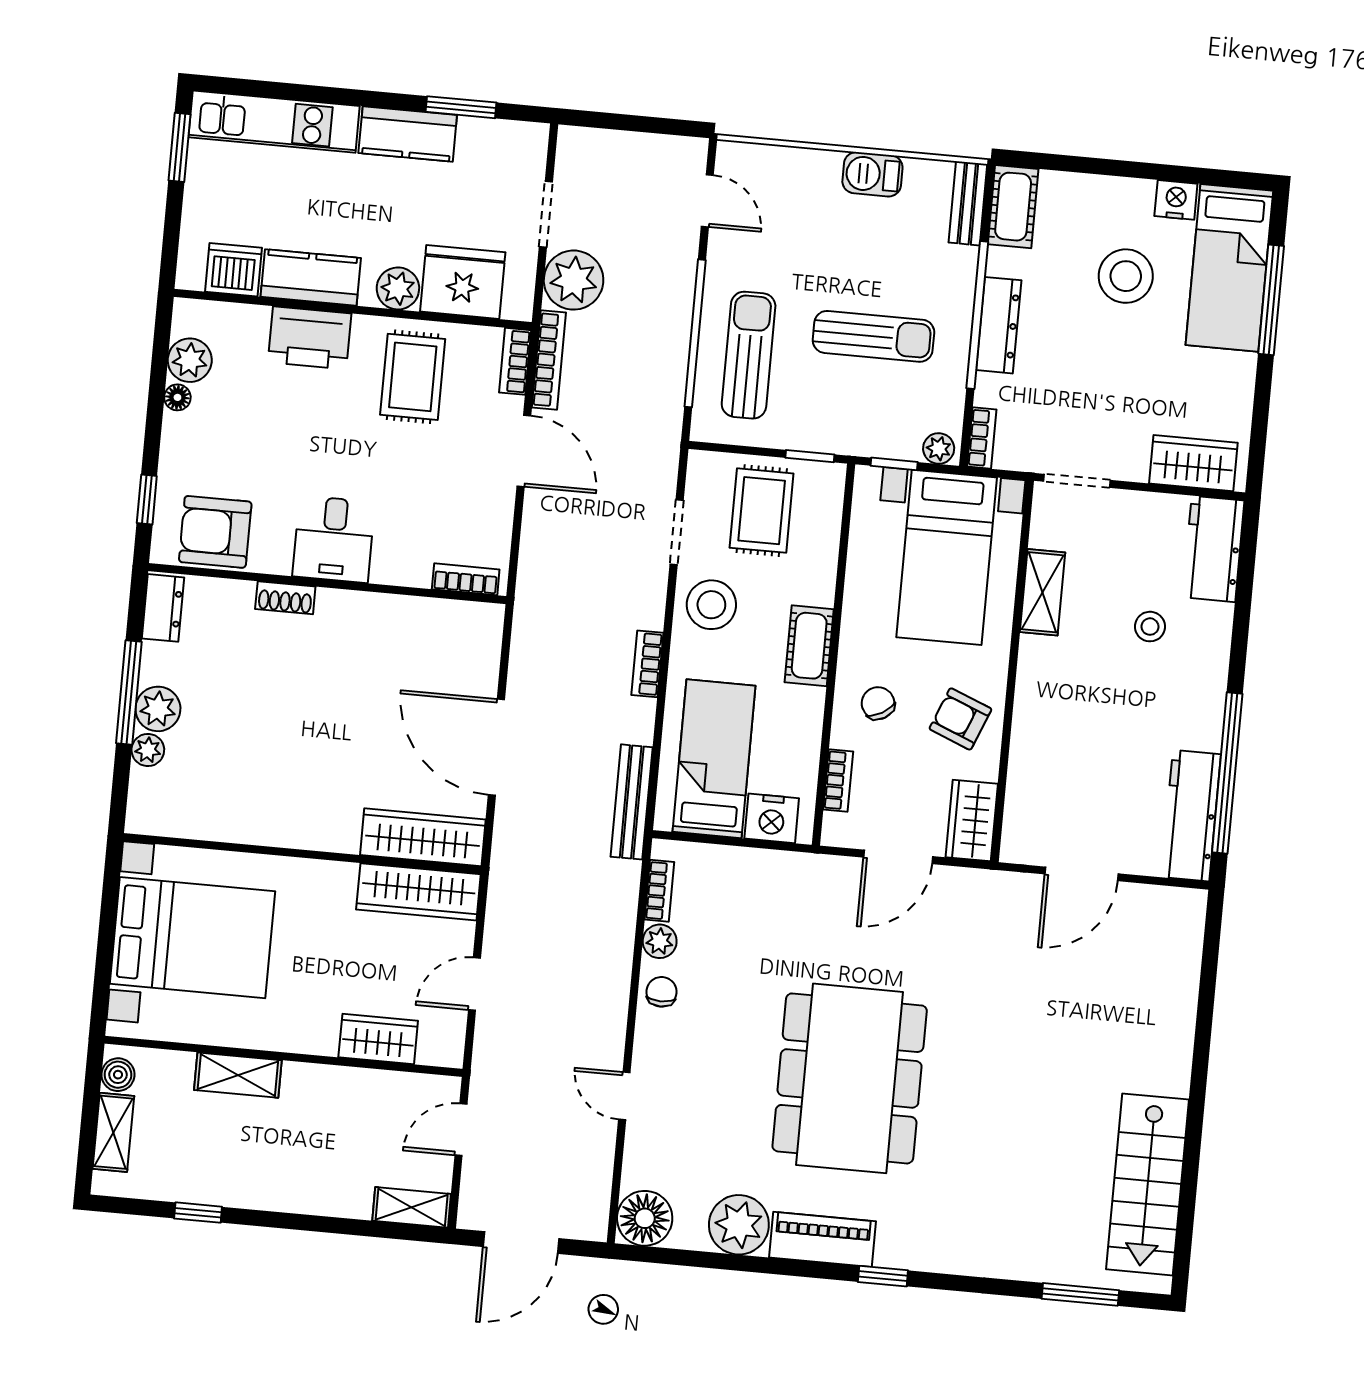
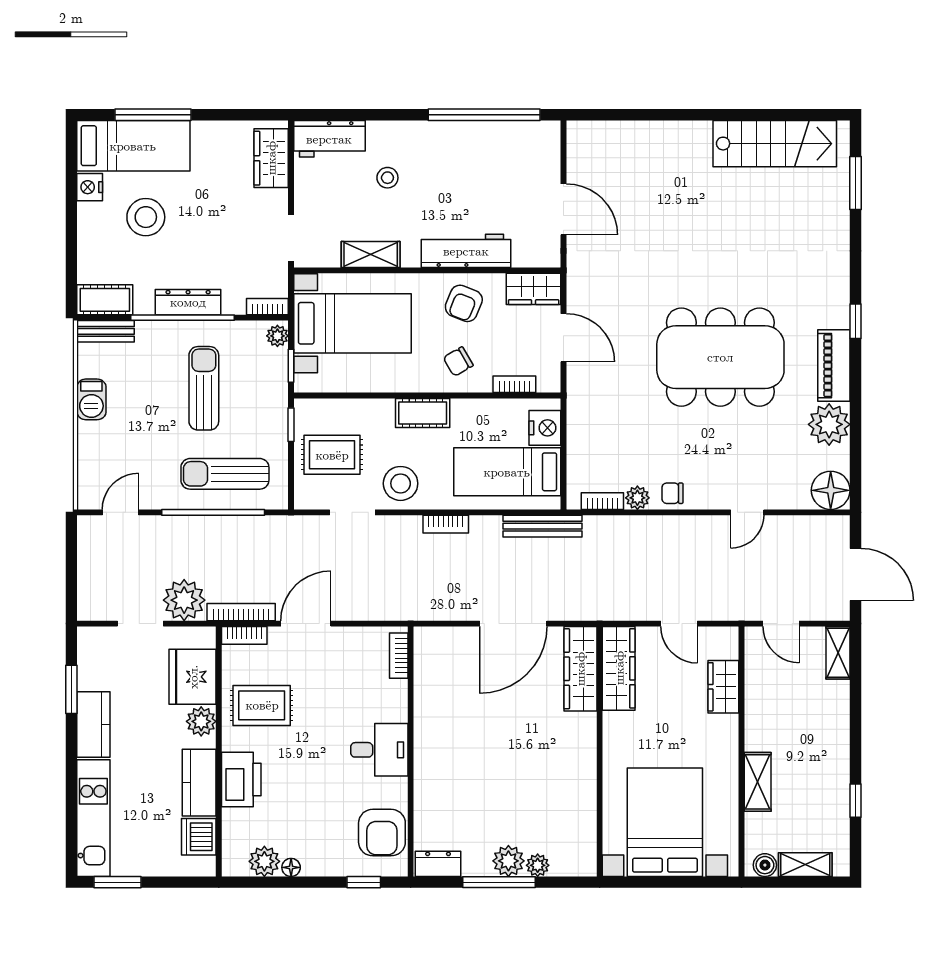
shoe rack: (285, 598) -> (423, 780), removed
workbench: (1191, 816) -> (466, 251), moved, turned 180

